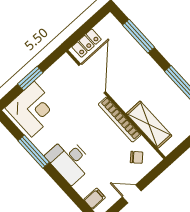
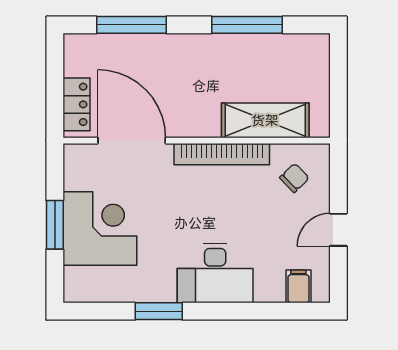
corner desk: (33, 109) -> (100, 228), moved
window: (34, 152) -> (159, 311), width x0.69

